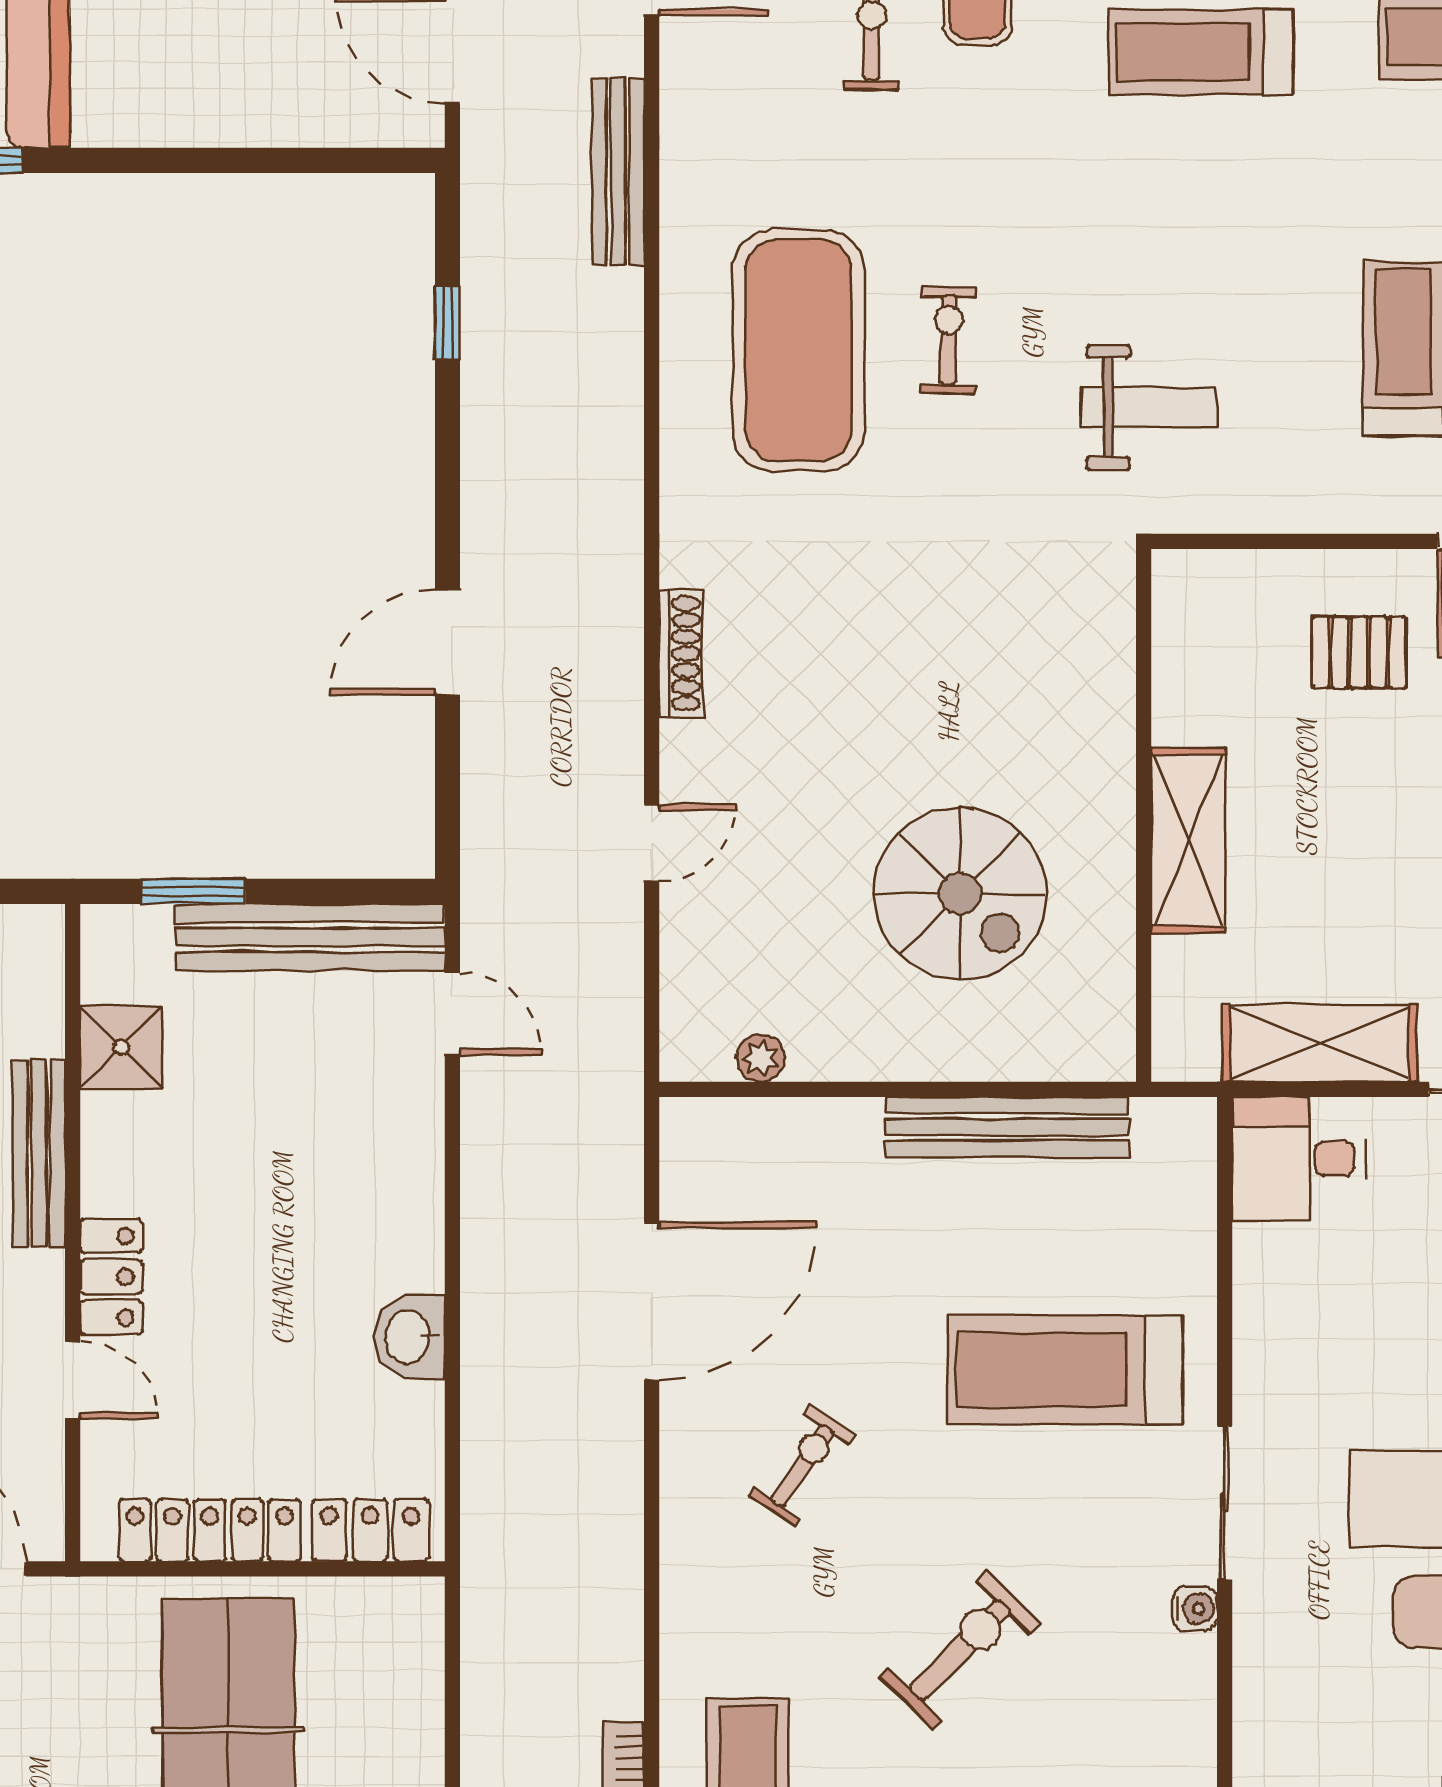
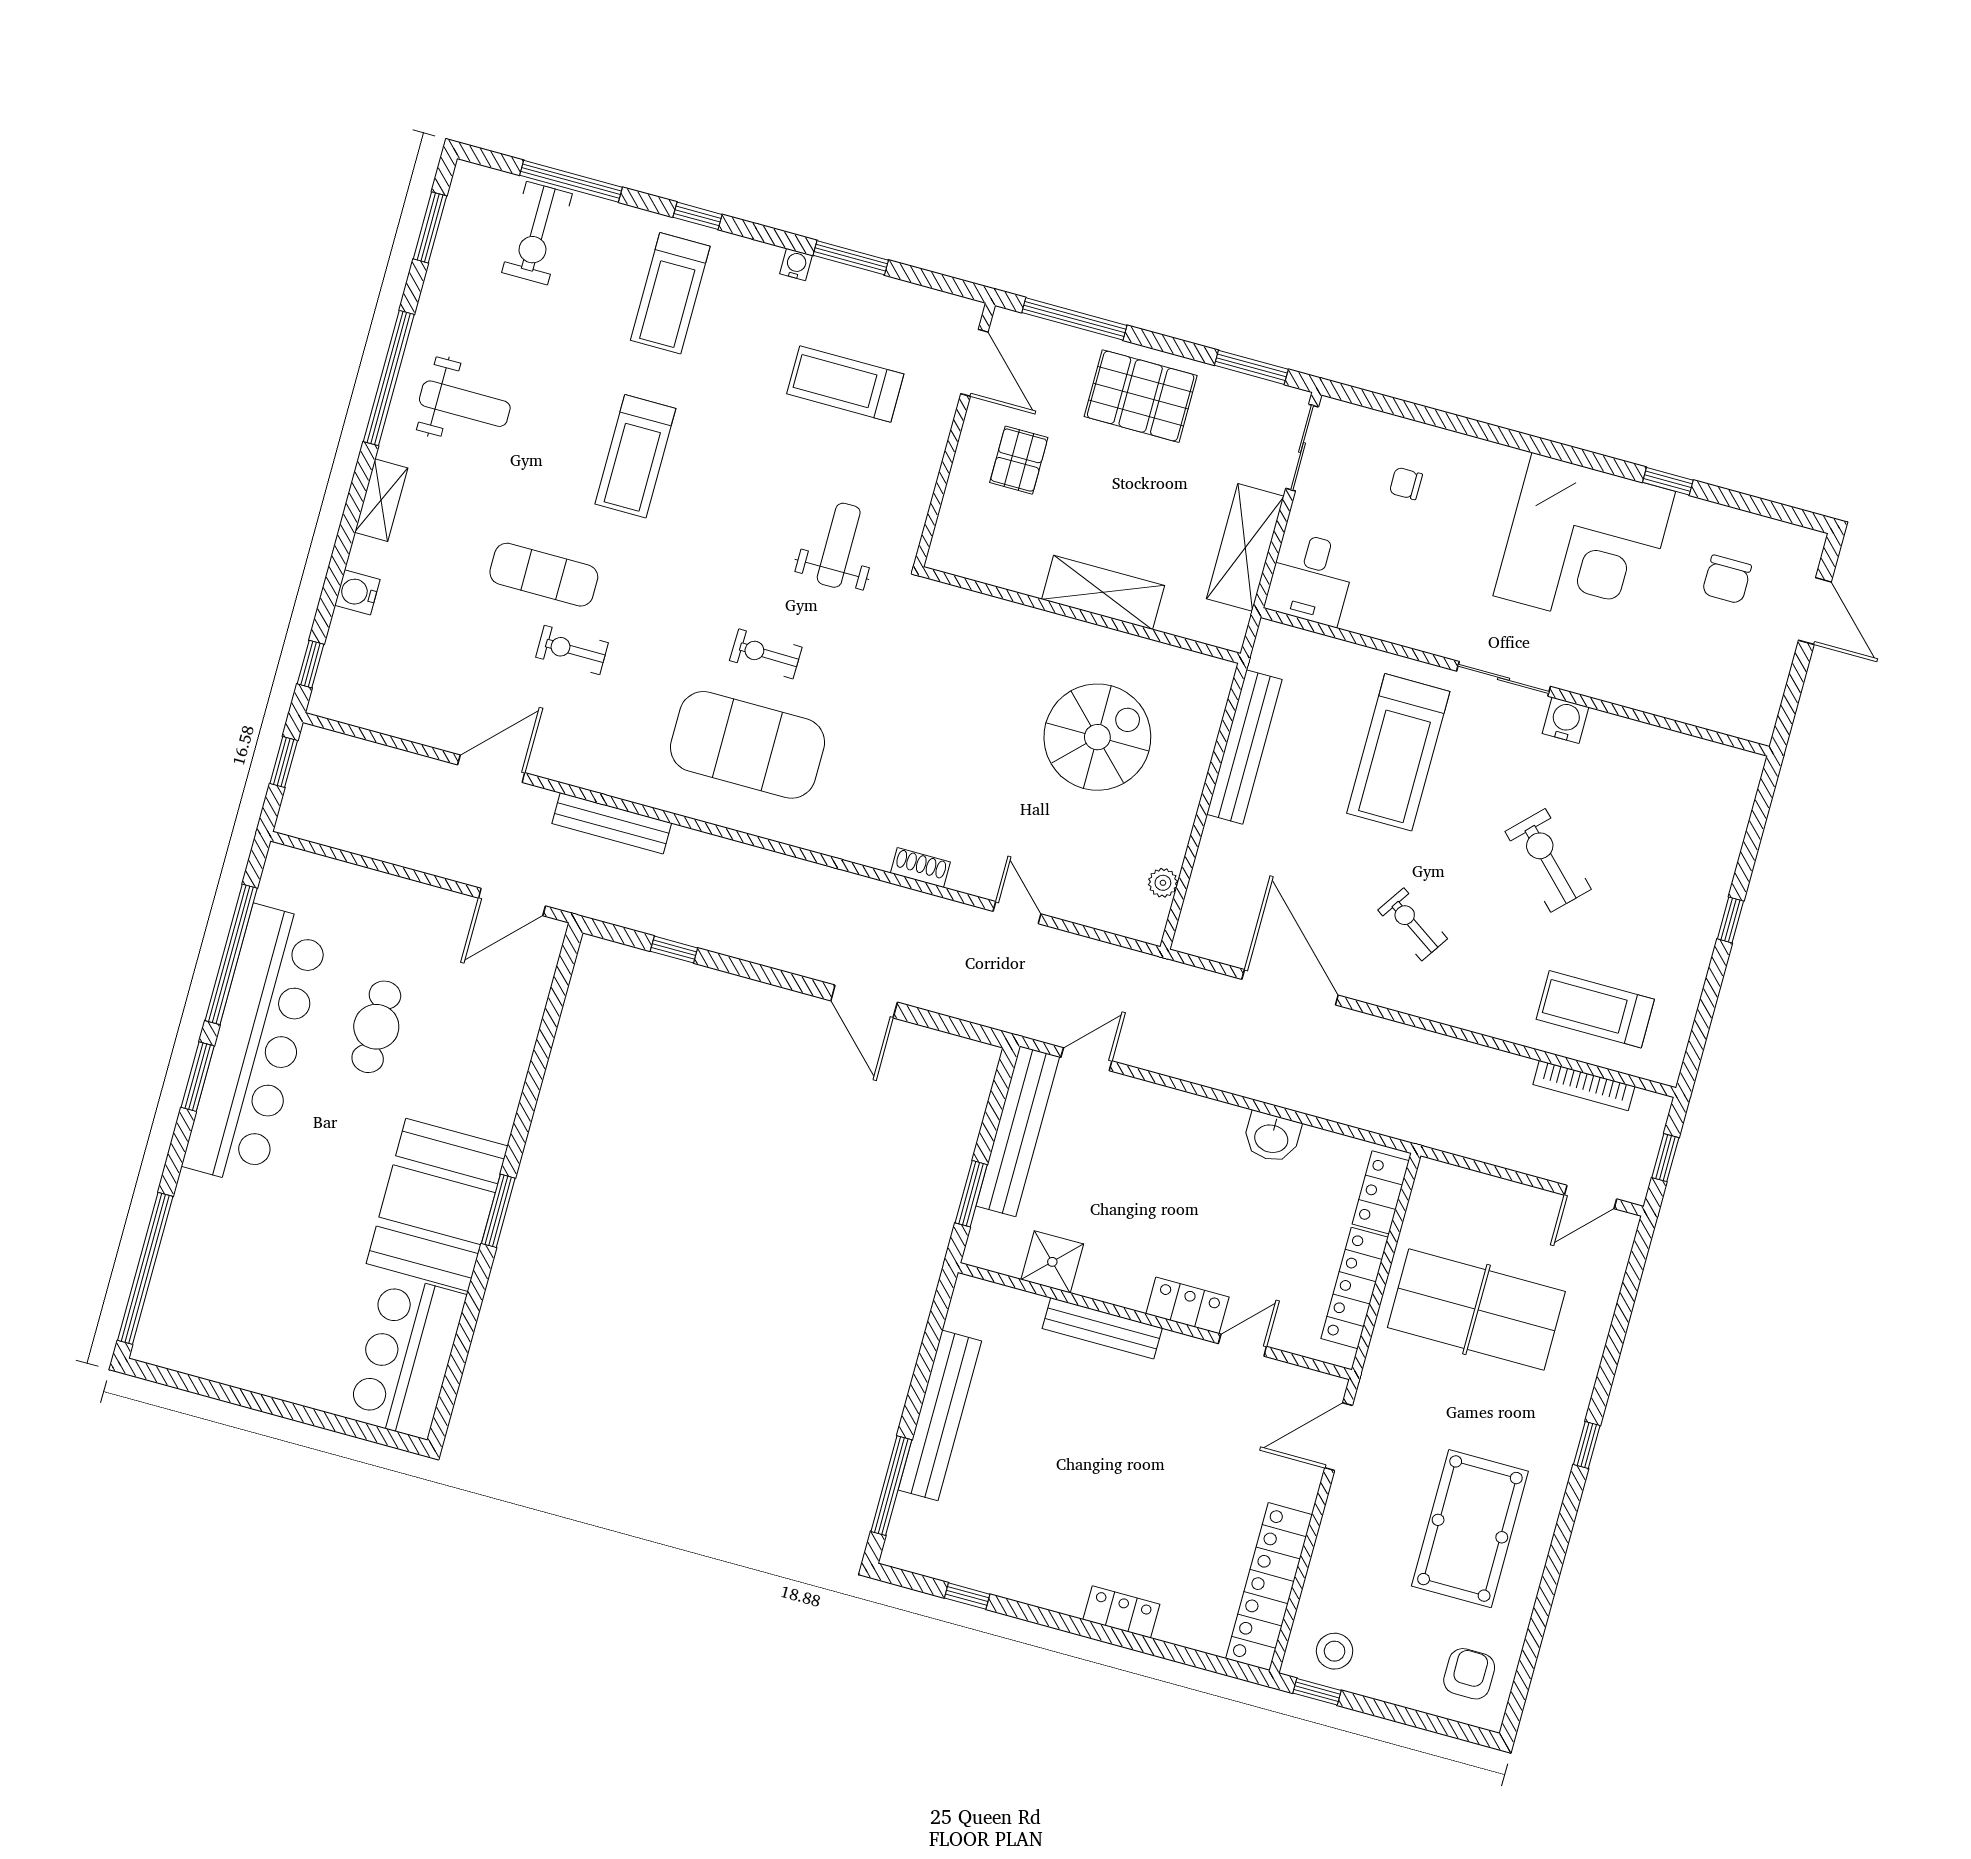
shoe rack: (681, 654) -> (920, 868), width x0.70
water cooler: (1195, 1609) -> (1566, 720), width x1.38, depth x1.38

